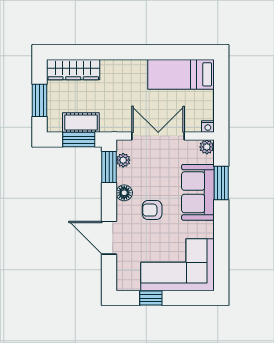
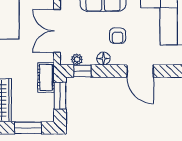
cot: (81, 123) -> (46, 77), moved
window: (109, 167) -> (82, 71), width x0.67
door: (109, 238) -> (140, 71), hinge flipped

